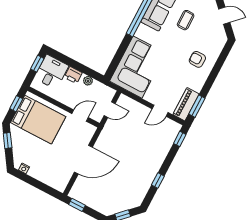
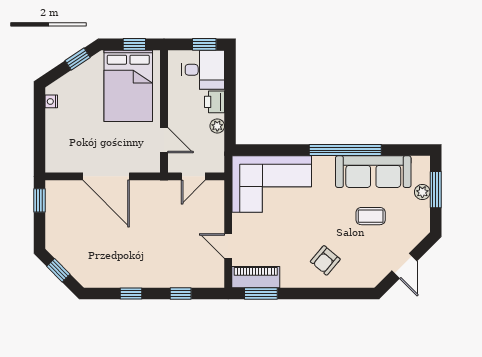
armchair: (197, 59) -> (325, 260), turned -140
door: (110, 110) -> (193, 176), hinge flipped
window: (180, 139) -> (181, 293), moved

